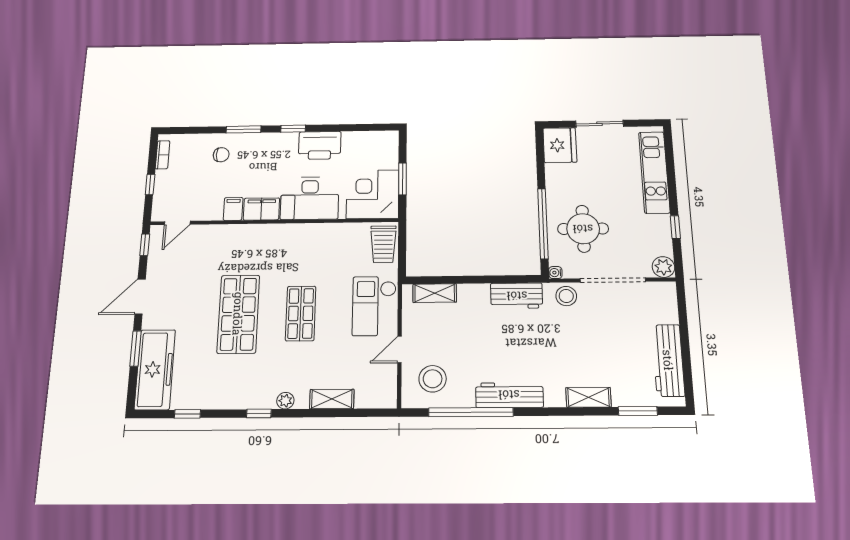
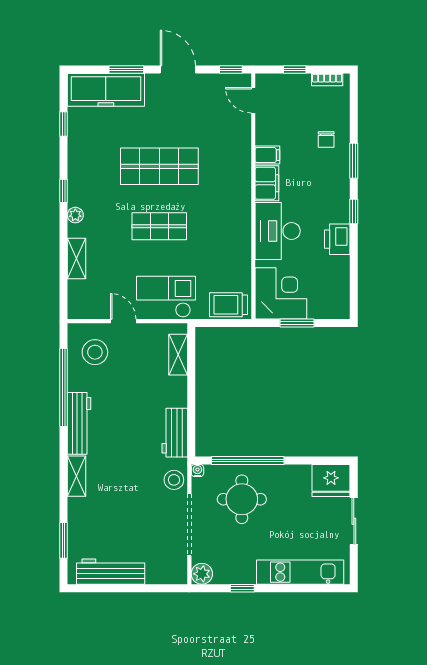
printer: (320, 145) -> (337, 239), width x0.73, depth x0.84
shelving: (588, 397) -> (77, 476), moved

